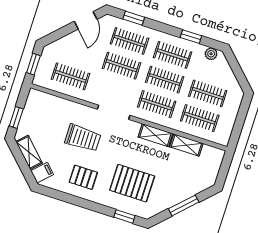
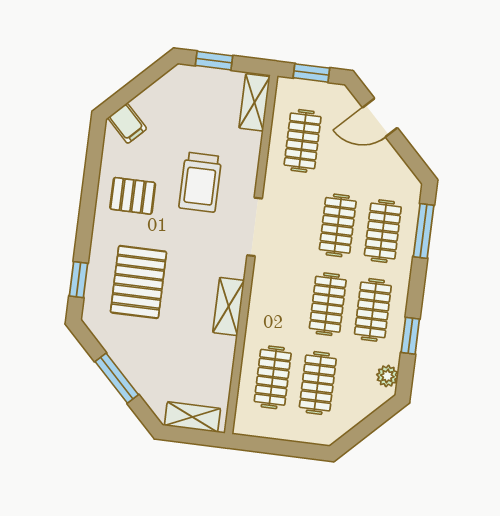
window: (134, 18) -> (424, 231), width x1.50
door: (86, 20) -> (380, 118), moved
clothes rail: (157, 104) -> (283, 298), removed
shelving: (186, 145) -> (192, 417), moved, turned 90
shelving: (29, 152) -> (255, 102), moved, turned -45
pallet: (83, 177) -> (133, 196), turned 90

